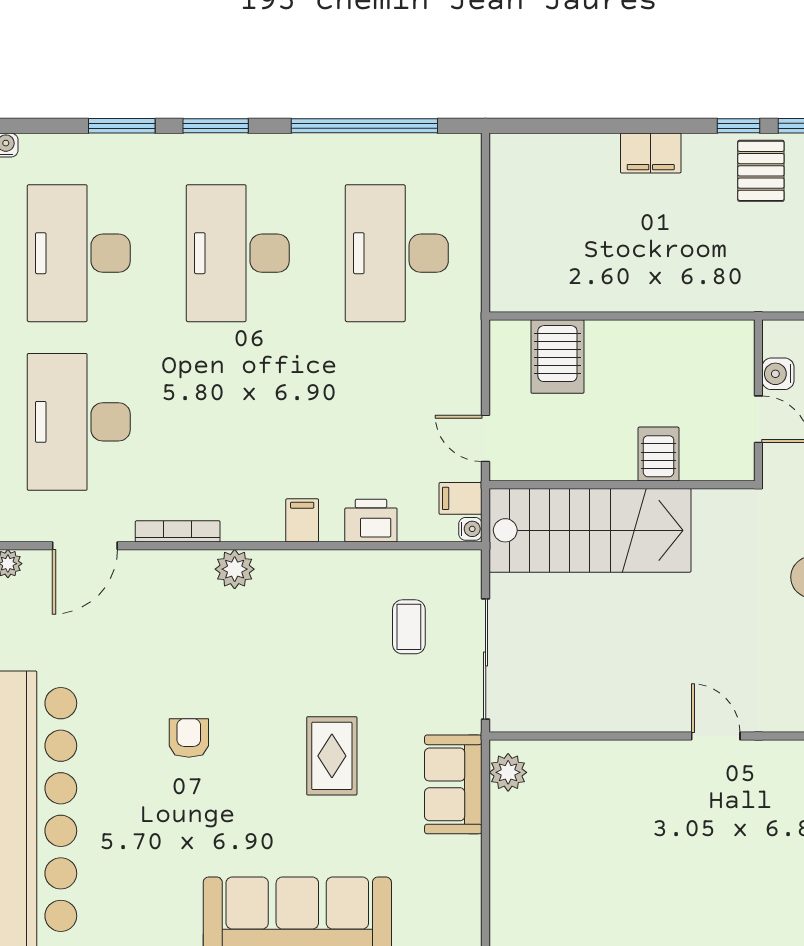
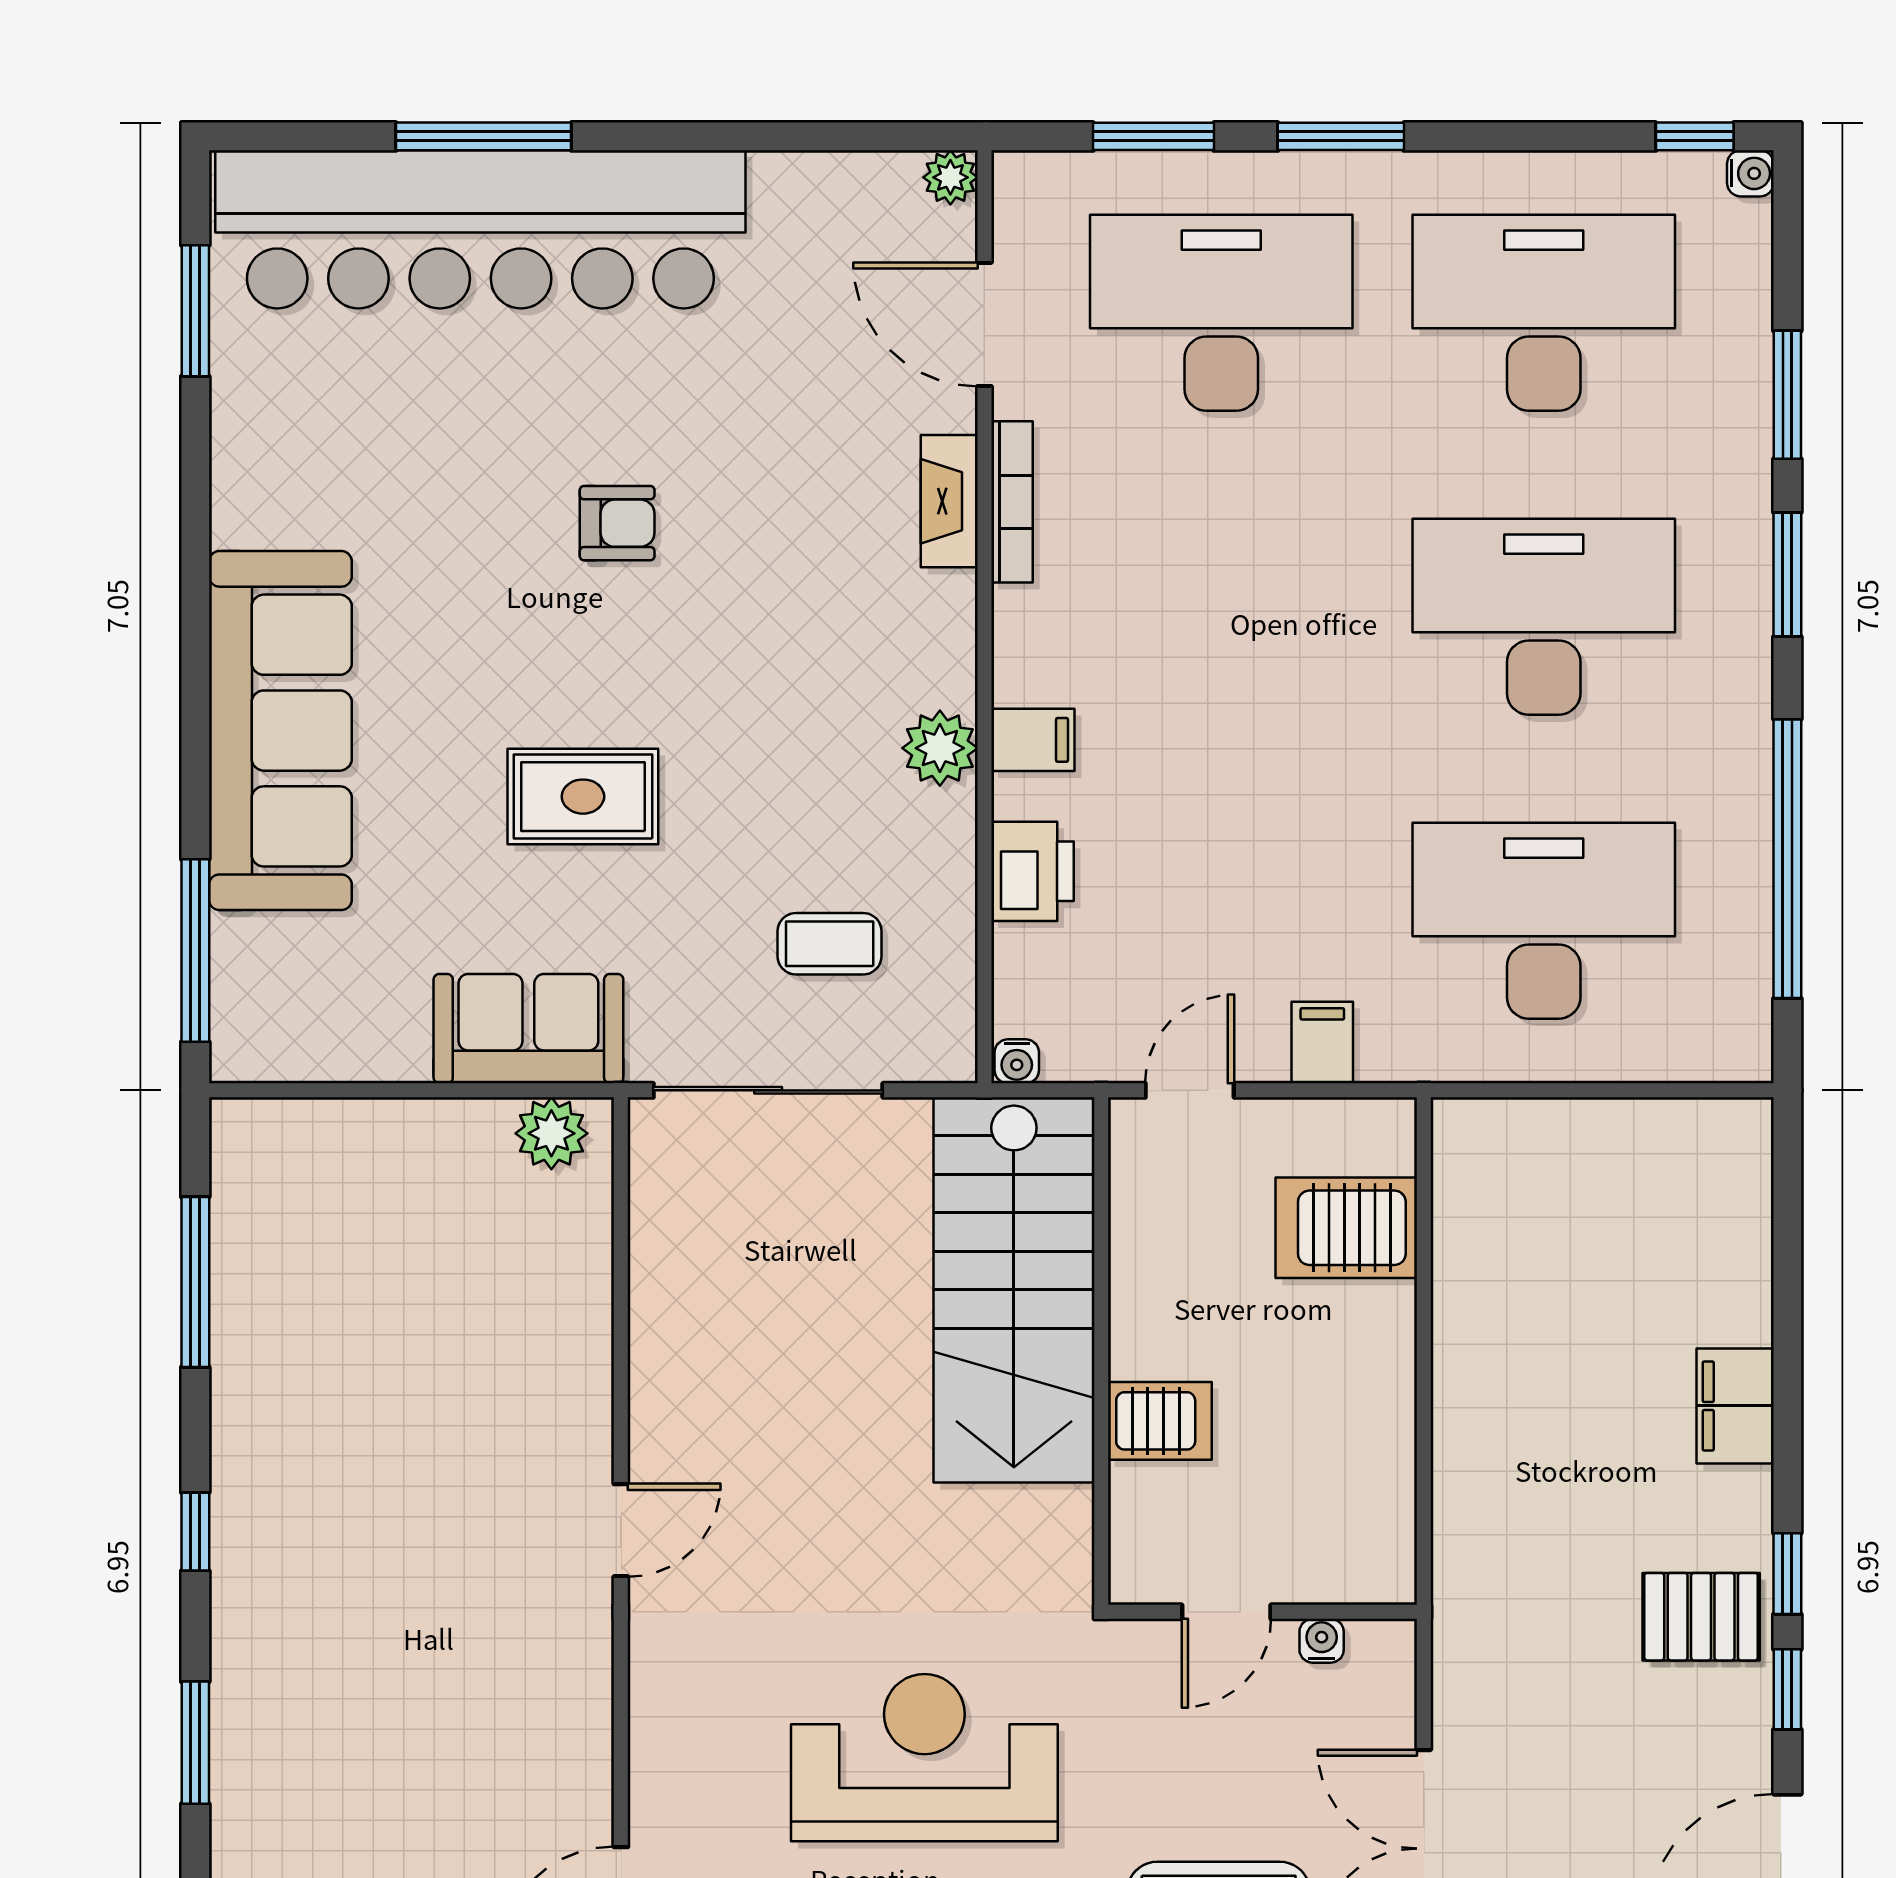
water cooler: (778, 374) -> (1322, 1641), width x0.72, depth x0.72
filing cabinet: (461, 498) -> (1322, 1043), moved
fireplace: (177, 564) -> (949, 501), added
plant: (235, 569) -> (940, 748), moved

